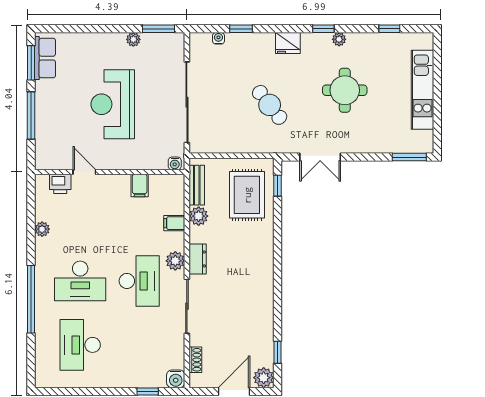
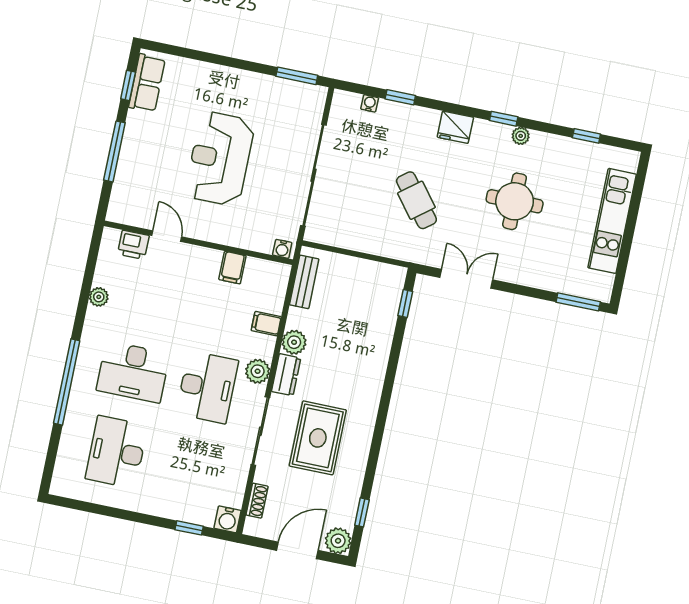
plant: (133, 39) -> (263, 83), removed
window: (31, 63) -> (128, 85), width x0.67
double door: (320, 157) -> (466, 279), swing flipped
rug: (247, 195) -> (318, 438), moved
plant: (199, 216) -> (294, 342), moved

